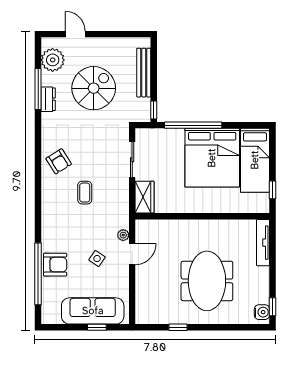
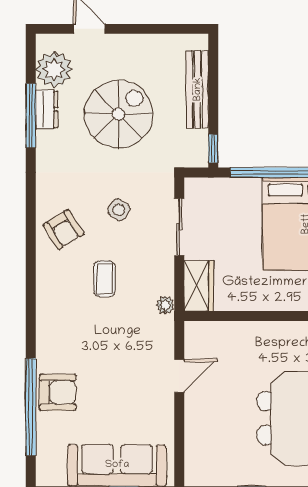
dresser: (48, 99) -> (47, 109), moved
plant: (123, 235) -> (165, 305), moved
side table: (97, 259) -> (119, 210), moved

